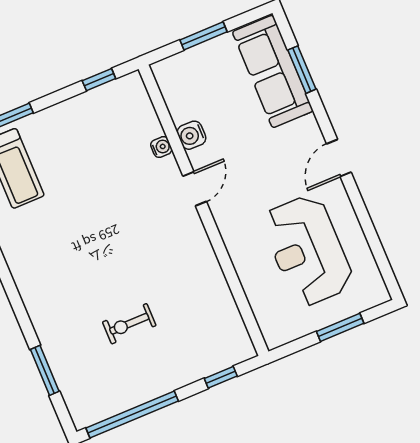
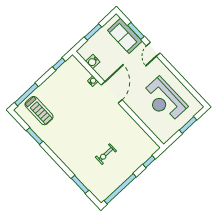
sofa: (273, 71) -> (125, 36), width x0.73
water cooler: (191, 135) -> (93, 62), moved
door: (339, 158) -> (153, 49), moved
door: (195, 189) -> (112, 92), width x1.88

